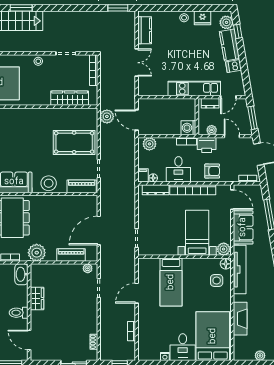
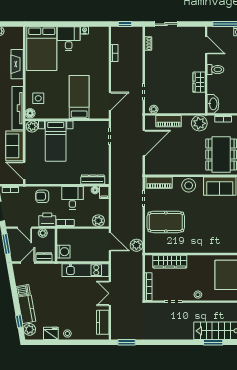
kitchen unit: (194, 89) -> (85, 270), moved
washing machine: (188, 128) -> (63, 252), moved
bookcase: (193, 190) -> (60, 180), removed
door: (137, 293) -> (110, 101), moved

